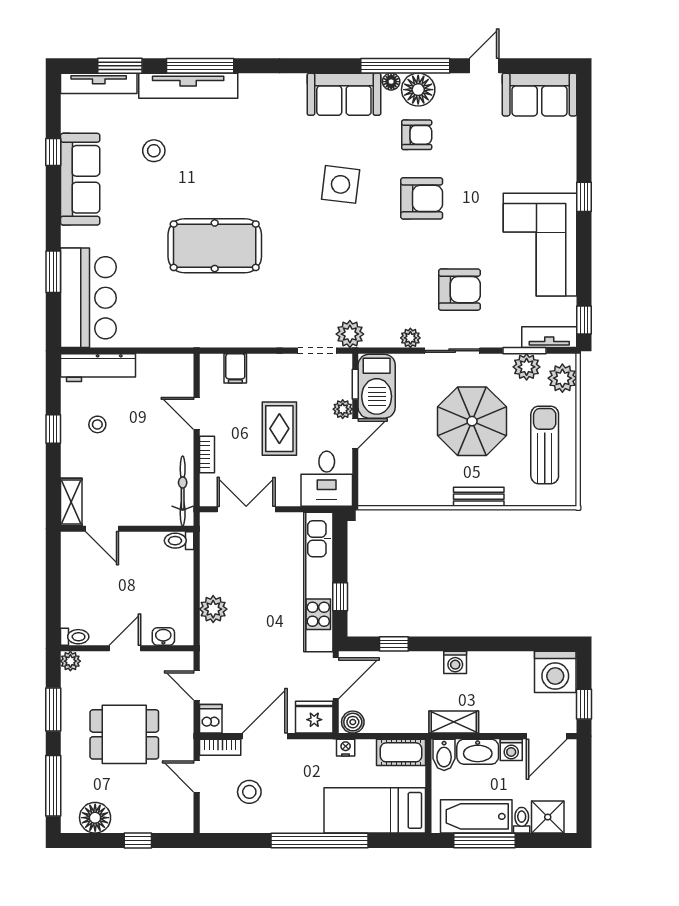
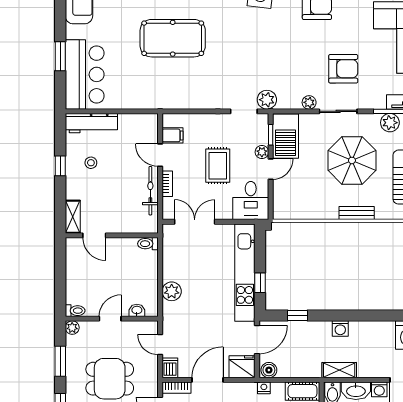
filing cabinet: (235, 368) -> (172, 135), moved, turned -90
bicycle: (183, 491) -> (150, 191), moved

